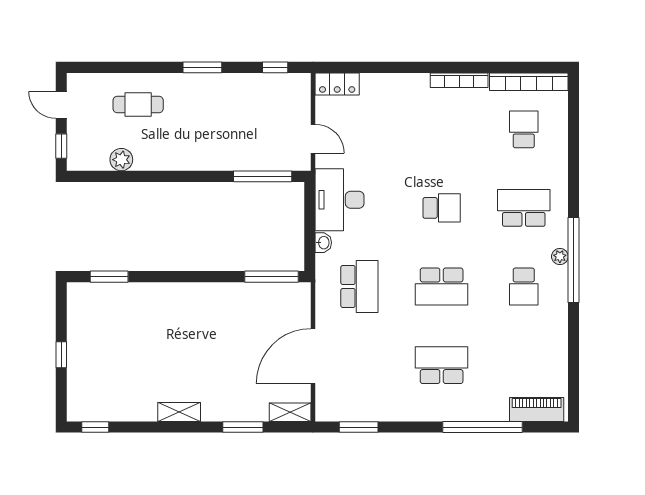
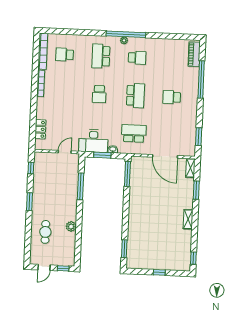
locker: (337, 84) -> (40, 129), moved
plant: (121, 160) -> (71, 226), moved
window: (263, 176) -> (81, 186), moved
school desk: (442, 208) -> (99, 94), turned 180
window: (310, 221) -> (102, 155), added
school desk: (442, 365) -> (172, 97), width x0.54

